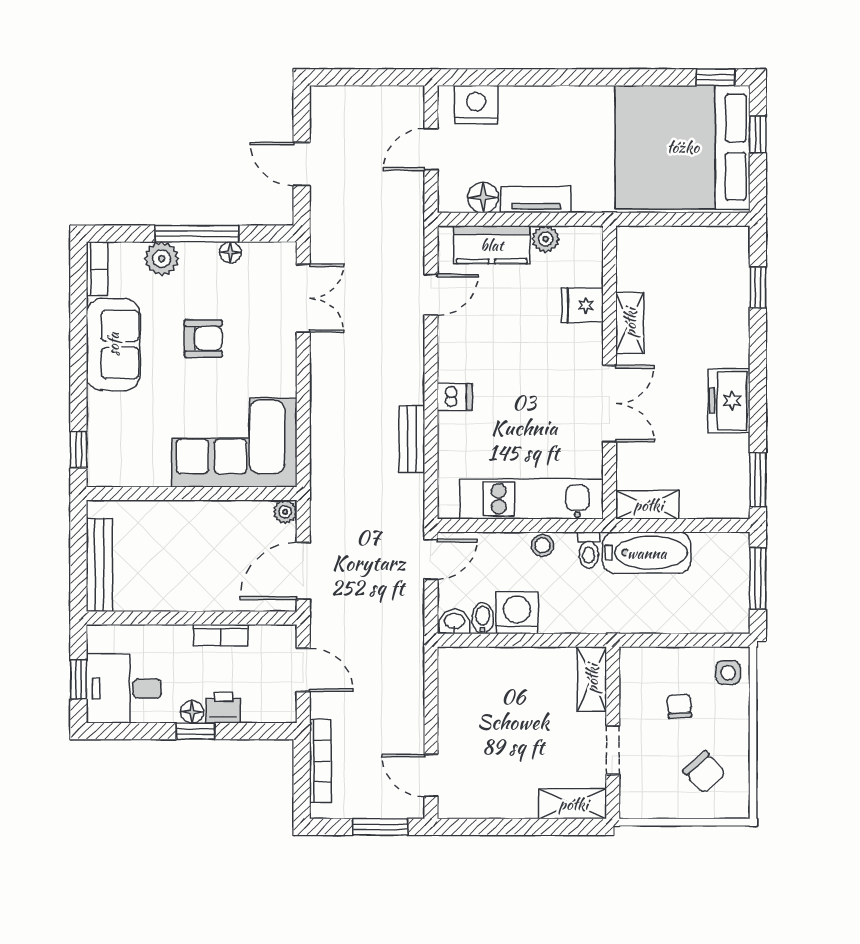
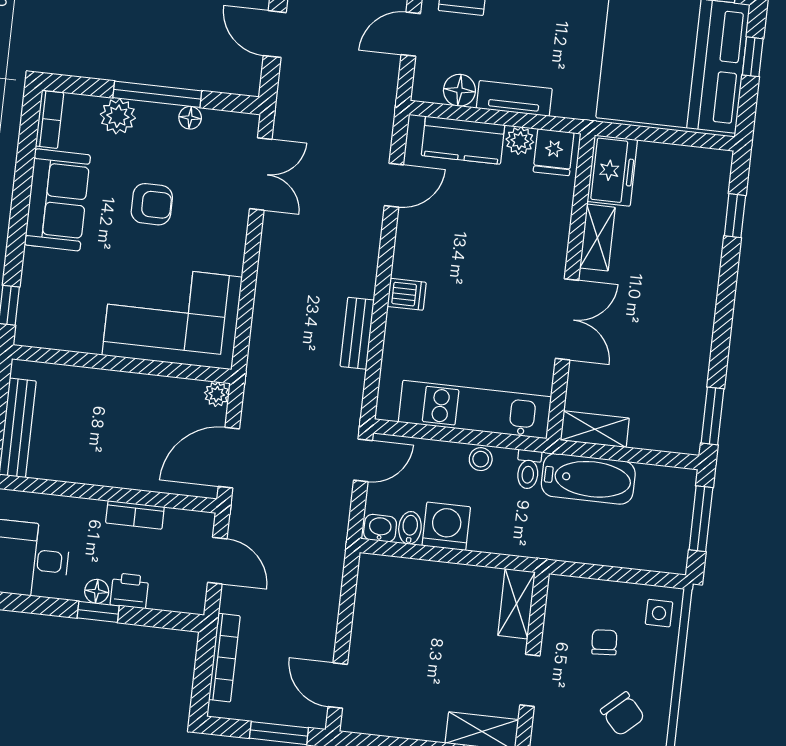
fridge: (582, 305) -> (554, 152), moved, turned -90
freezer: (729, 401) -> (612, 171), moved, turned 180

